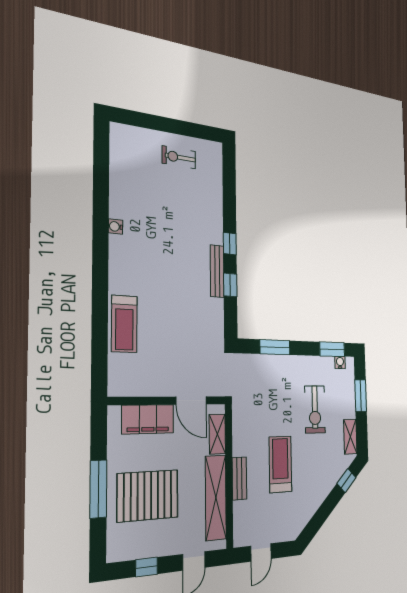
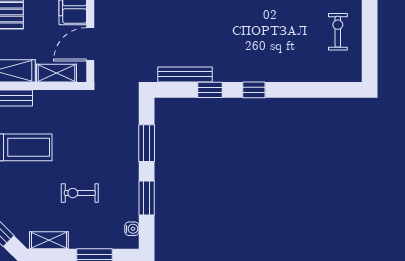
bench: (217, 271) -> (185, 74), moved
window: (332, 349) -> (147, 198), moved
exercise bike: (315, 409) -> (80, 193), width x0.73, depth x0.72

